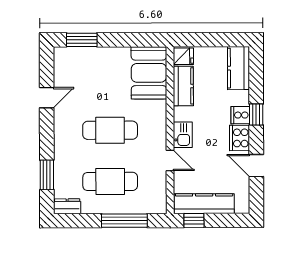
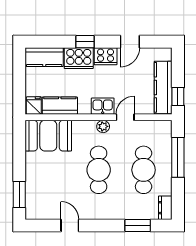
cooker: (240, 115) -> (79, 58), width x1.87, depth x1.31
plant: (160, 135) -> (103, 126), added

